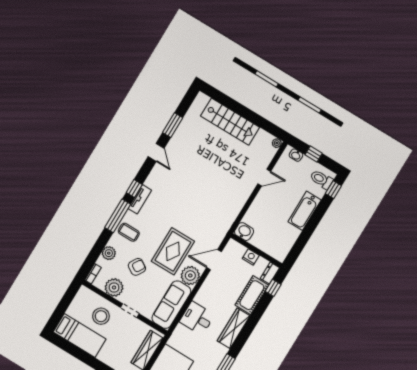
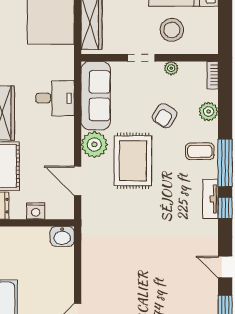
door: (214, 260) -> (78, 181), swing flipped
plant: (114, 287) -> (171, 68), width x0.53, depth x0.53

